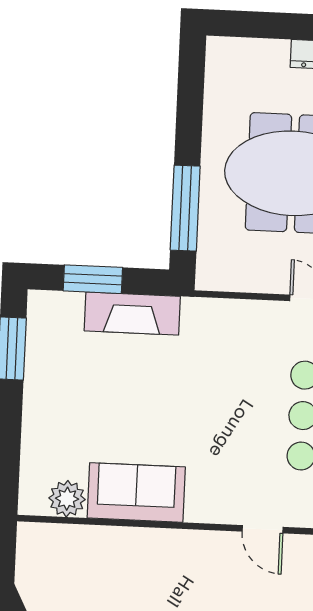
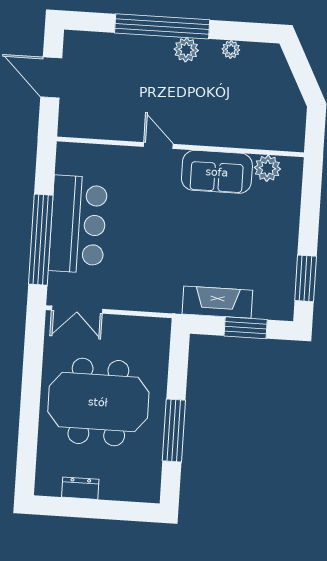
window: (185, 208) -> (174, 430), moved
door: (263, 529) -> (158, 145), moved

